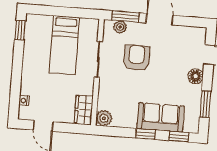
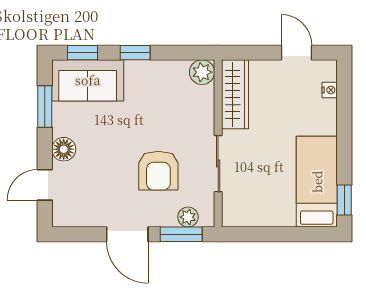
bed: (64, 45) -> (317, 182), moved
wardrobe: (84, 110) -> (235, 94), width x1.50
sofa: (161, 117) -> (88, 80), moved

